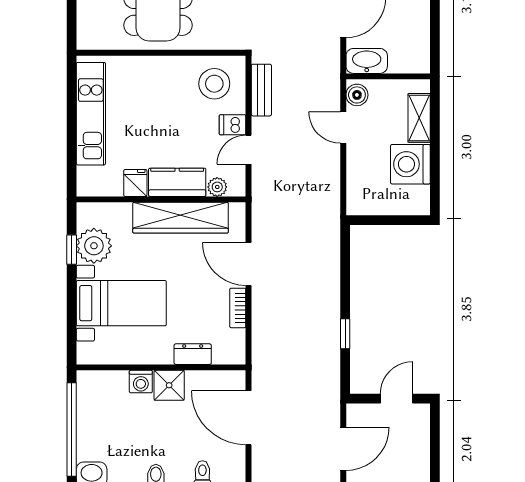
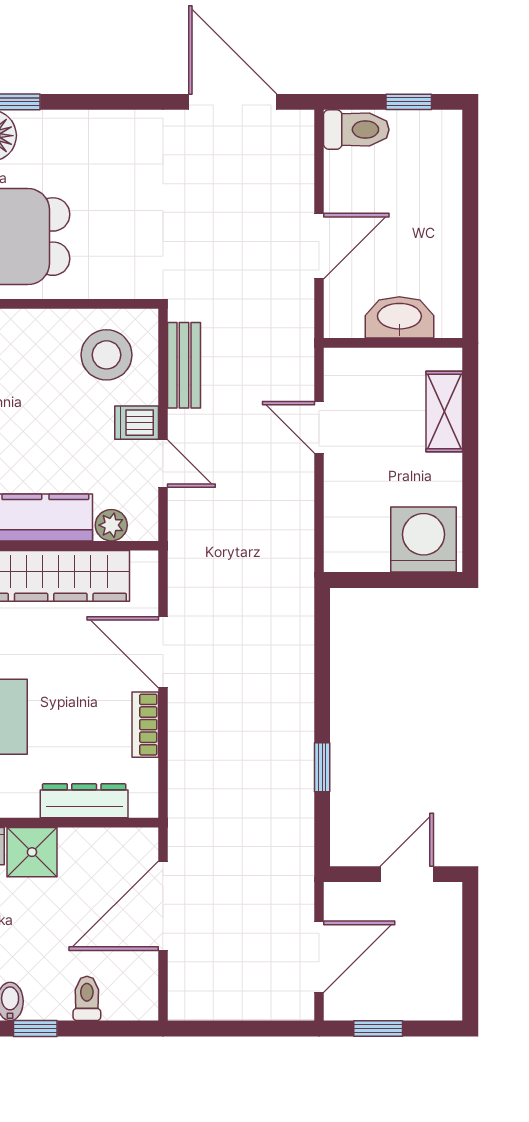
washbasin: (367, 61) -> (399, 317), moved
boiler: (357, 95) -> (342, 373), removed
door: (249, 150) -> (163, 464), swing flipped
washing machine: (410, 164) -> (424, 540), moved, turned 90
dresser: (193, 354) -> (84, 801), width x1.44
door: (249, 418) -> (163, 906), hinge flipped

